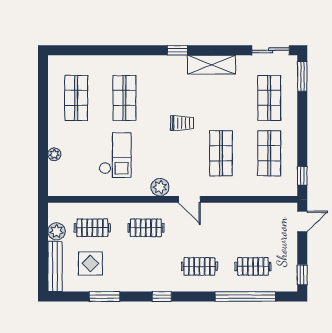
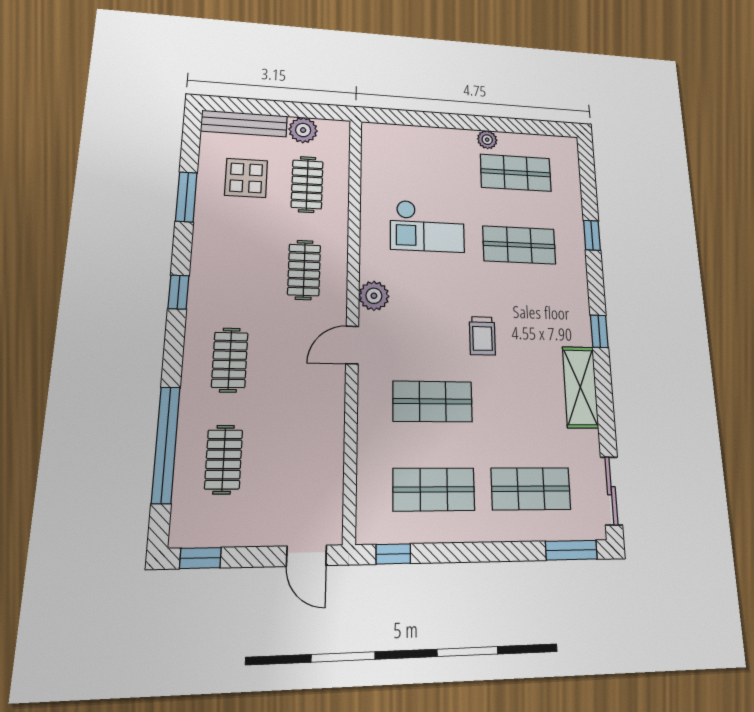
window: (116, 50) -> (592, 235), added
plant: (54, 154) -> (487, 140), moved

